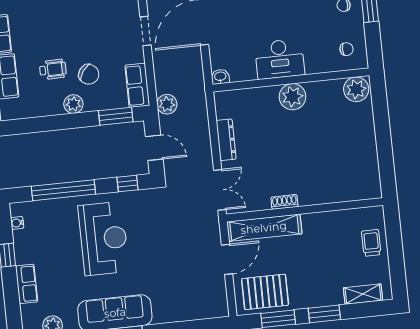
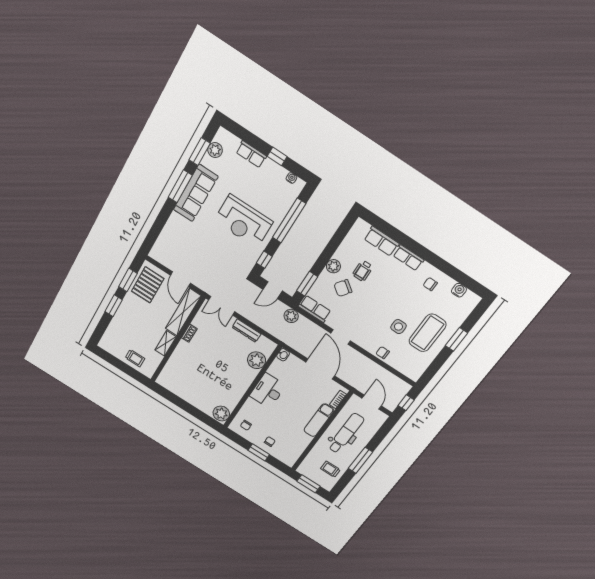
plant: (293, 97) -> (257, 360), moved
shelving: (363, 294) -> (166, 343), moved

